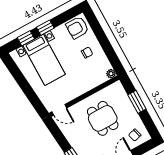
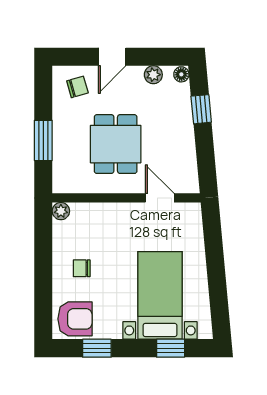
window: (45, 28) -> (97, 348), moved
door: (59, 110) -> (160, 198), moved

